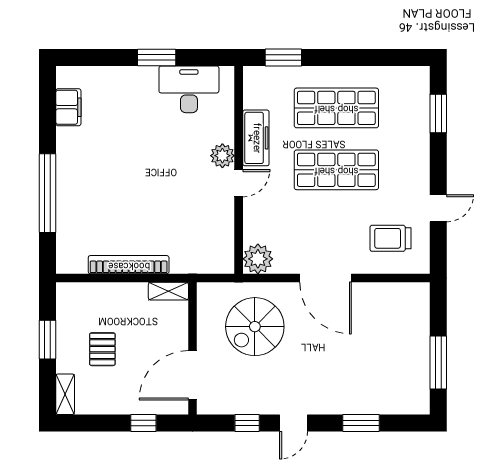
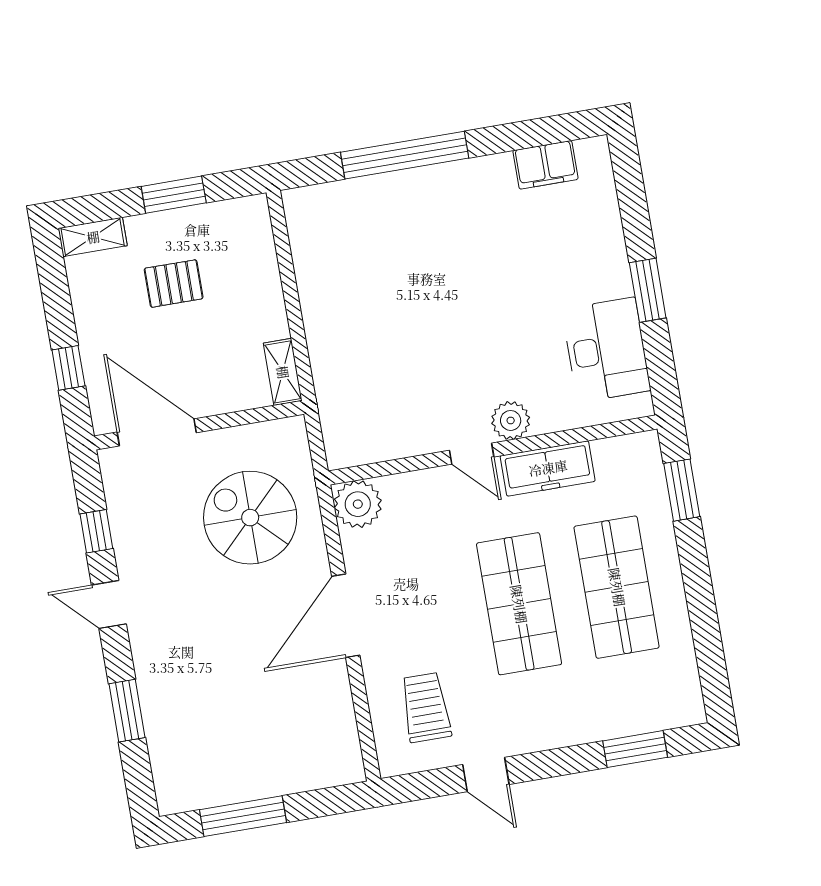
bookcase: (129, 265) -> (314, 302), removed

